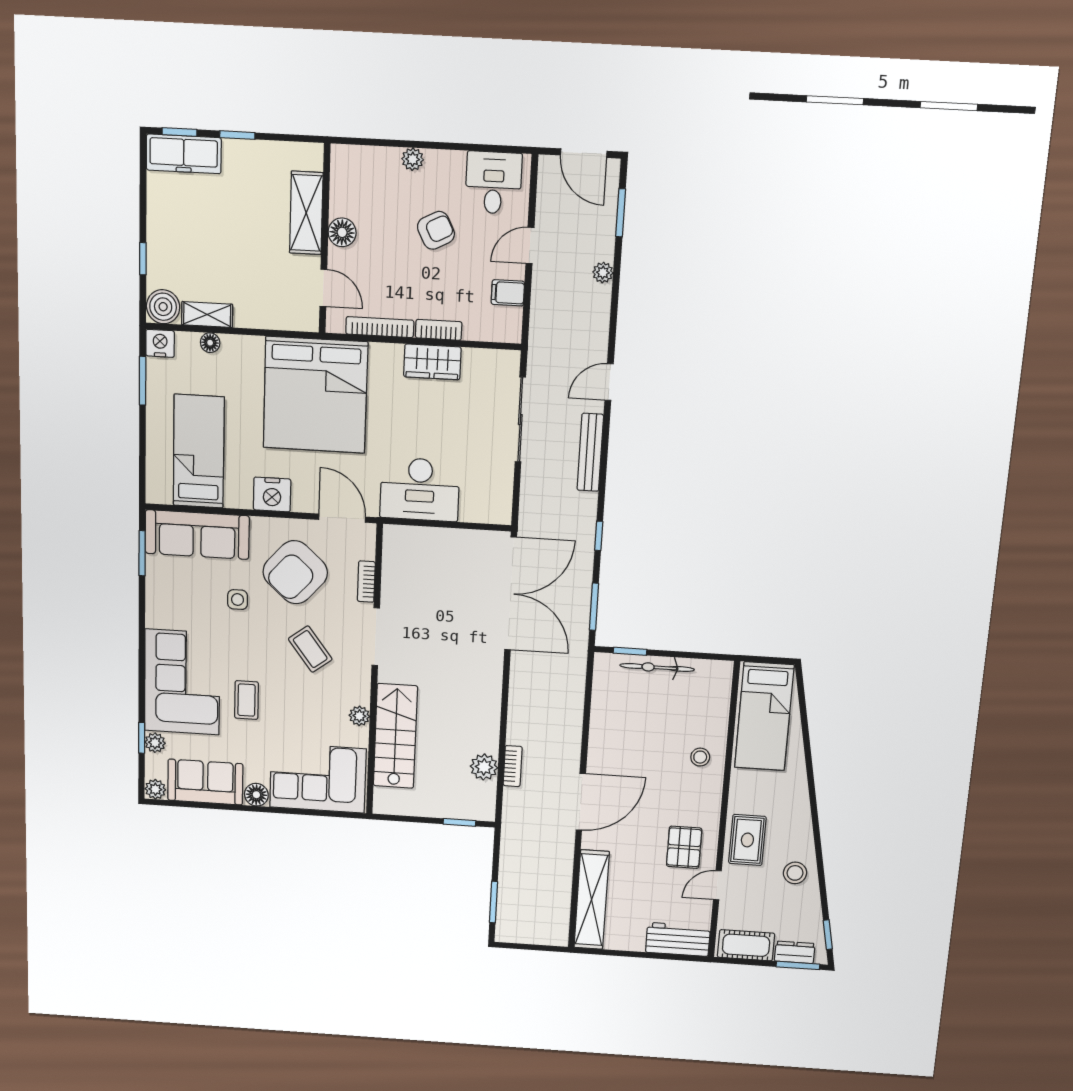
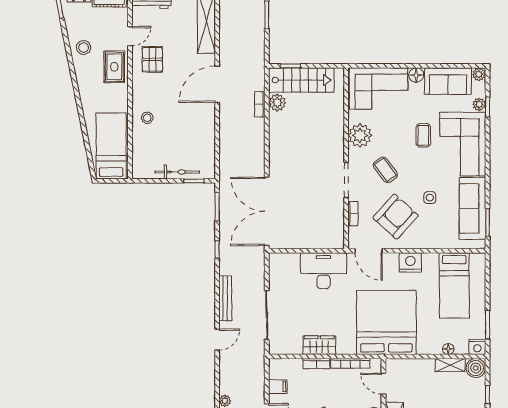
sofa: (197, 535) -> (472, 208), moved, turned -90
plant: (359, 716) -> (360, 135), width x1.87, depth x1.87
stairs: (395, 736) -> (301, 80), moved, turned -90

